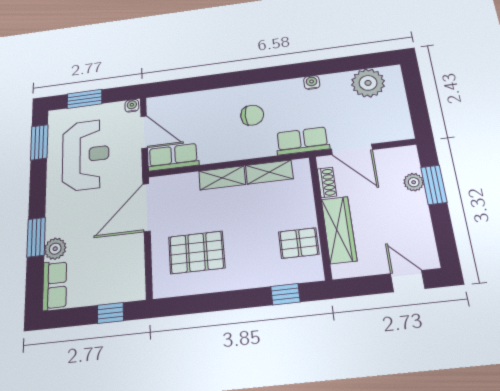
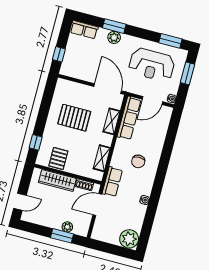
plant: (368, 83) -> (129, 239), moved
row of seats: (173, 157) -> (129, 118), width x1.48
shelving: (222, 178) -> (112, 121), moved
plant: (55, 249) -> (114, 37), moved
pallet: (197, 252) -> (74, 118), moved, turned 90

